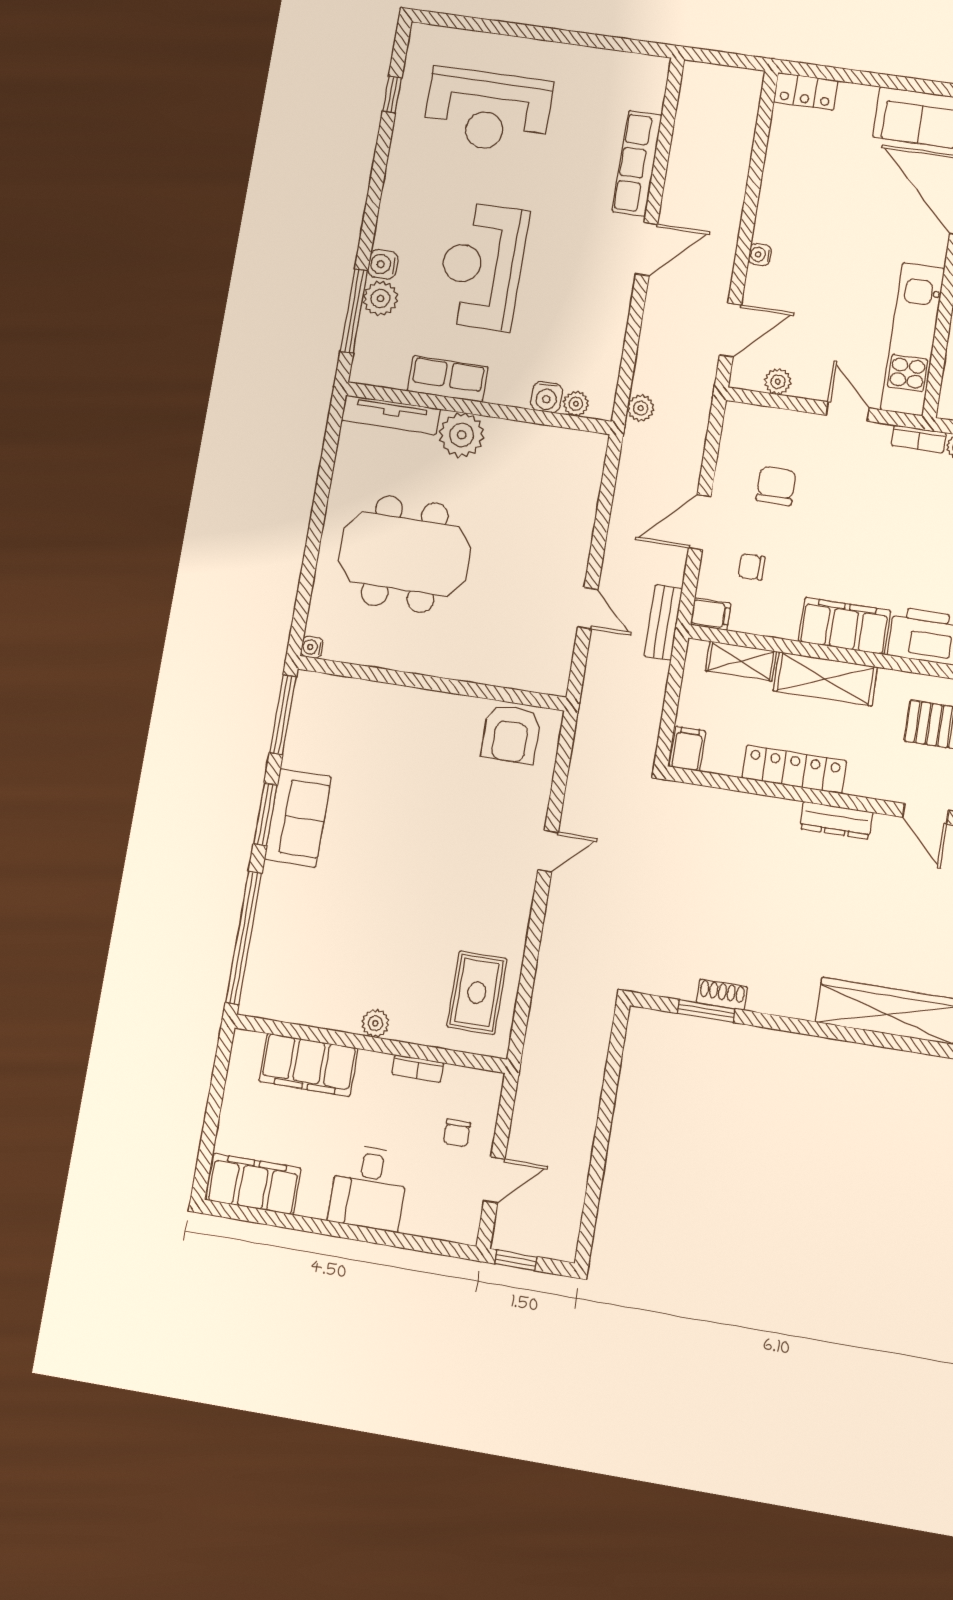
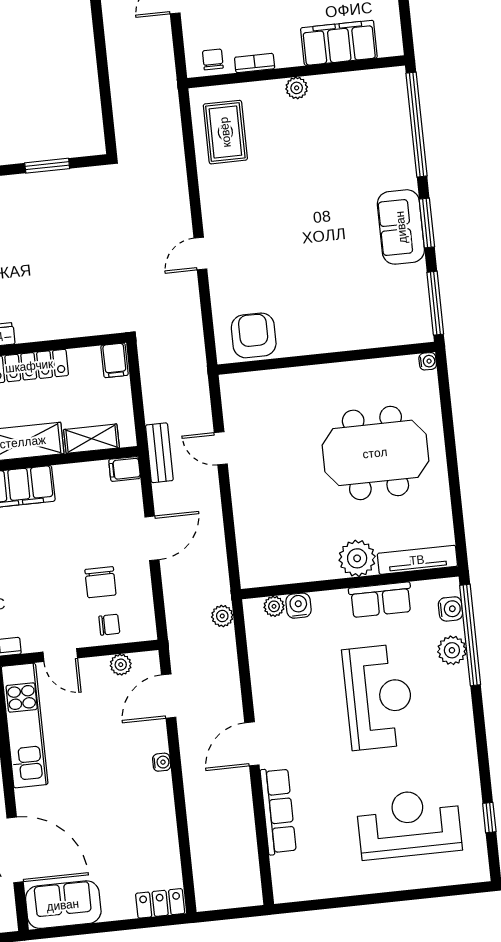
water cooler: (383, 264) -> (450, 609), moved
window: (354, 311) -> (470, 635), width x1.46
chair: (752, 567) -> (109, 625), moved
shoe rack: (722, 995) -> (39, 181), removed
chair: (457, 1133) -> (213, 59), moved

